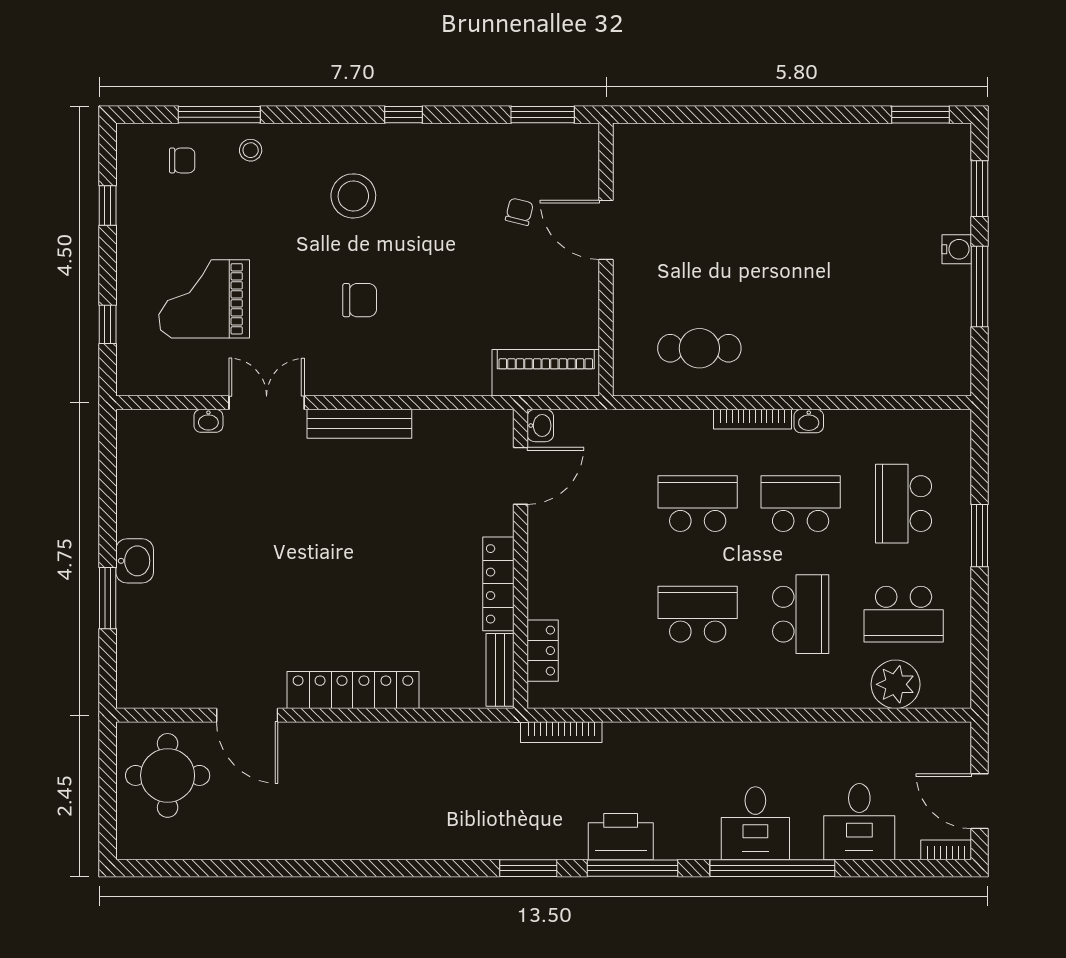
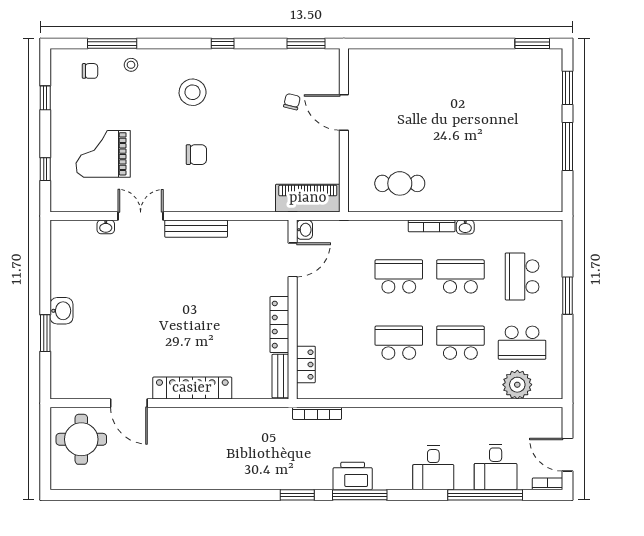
water cooler: (957, 249) -> (554, 124), removed
school desk: (801, 614) -> (460, 343), turned -90
window: (772, 868) -> (485, 495), moved

